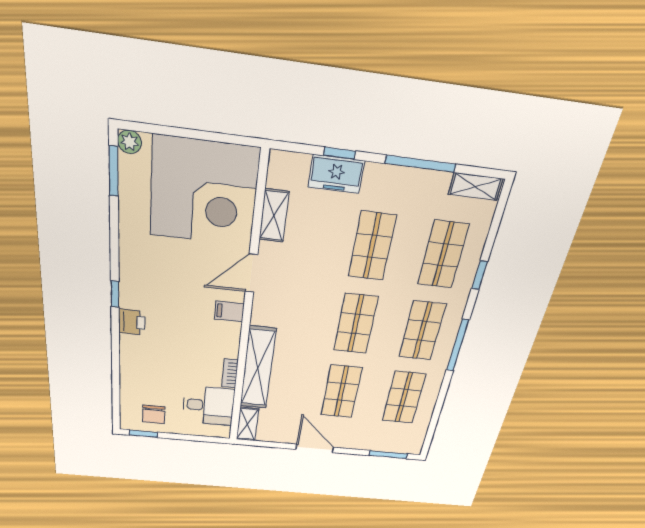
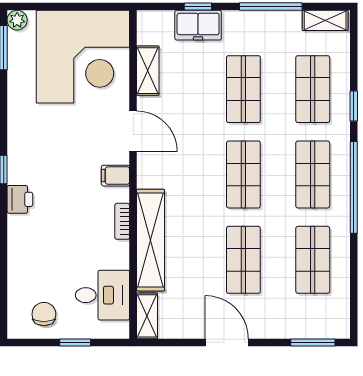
door: (251, 273) -> (133, 131), swing flipped
window: (458, 345) -> (354, 187), width x1.46
bookcase: (230, 373) -> (122, 221), moved
chair: (154, 414) -> (44, 314), turned 180
window: (143, 434) -> (75, 342), moved

